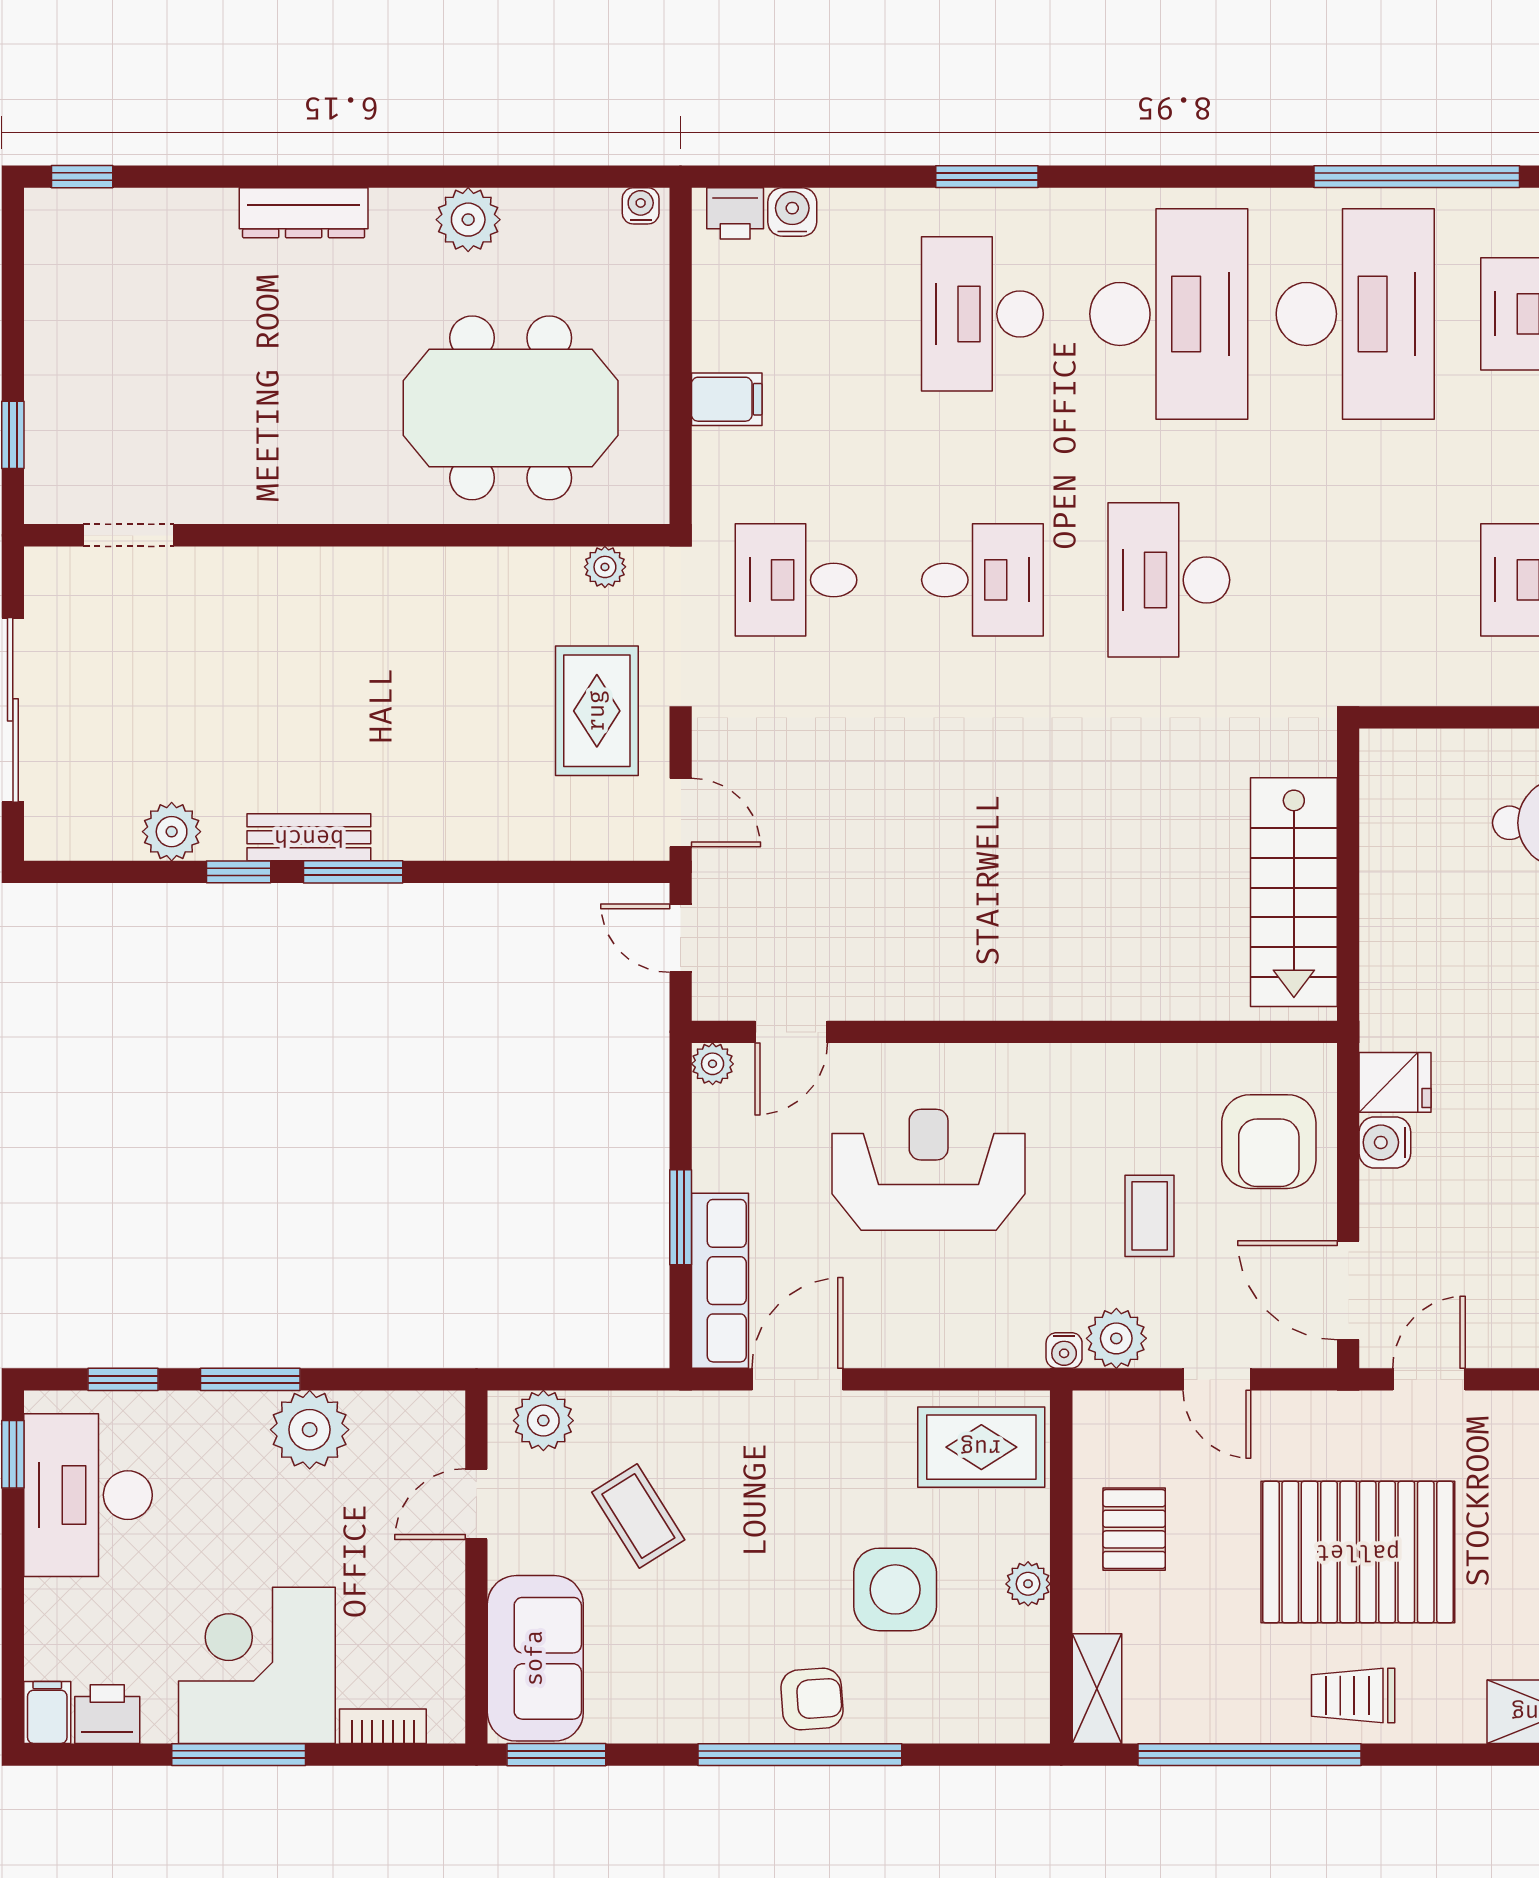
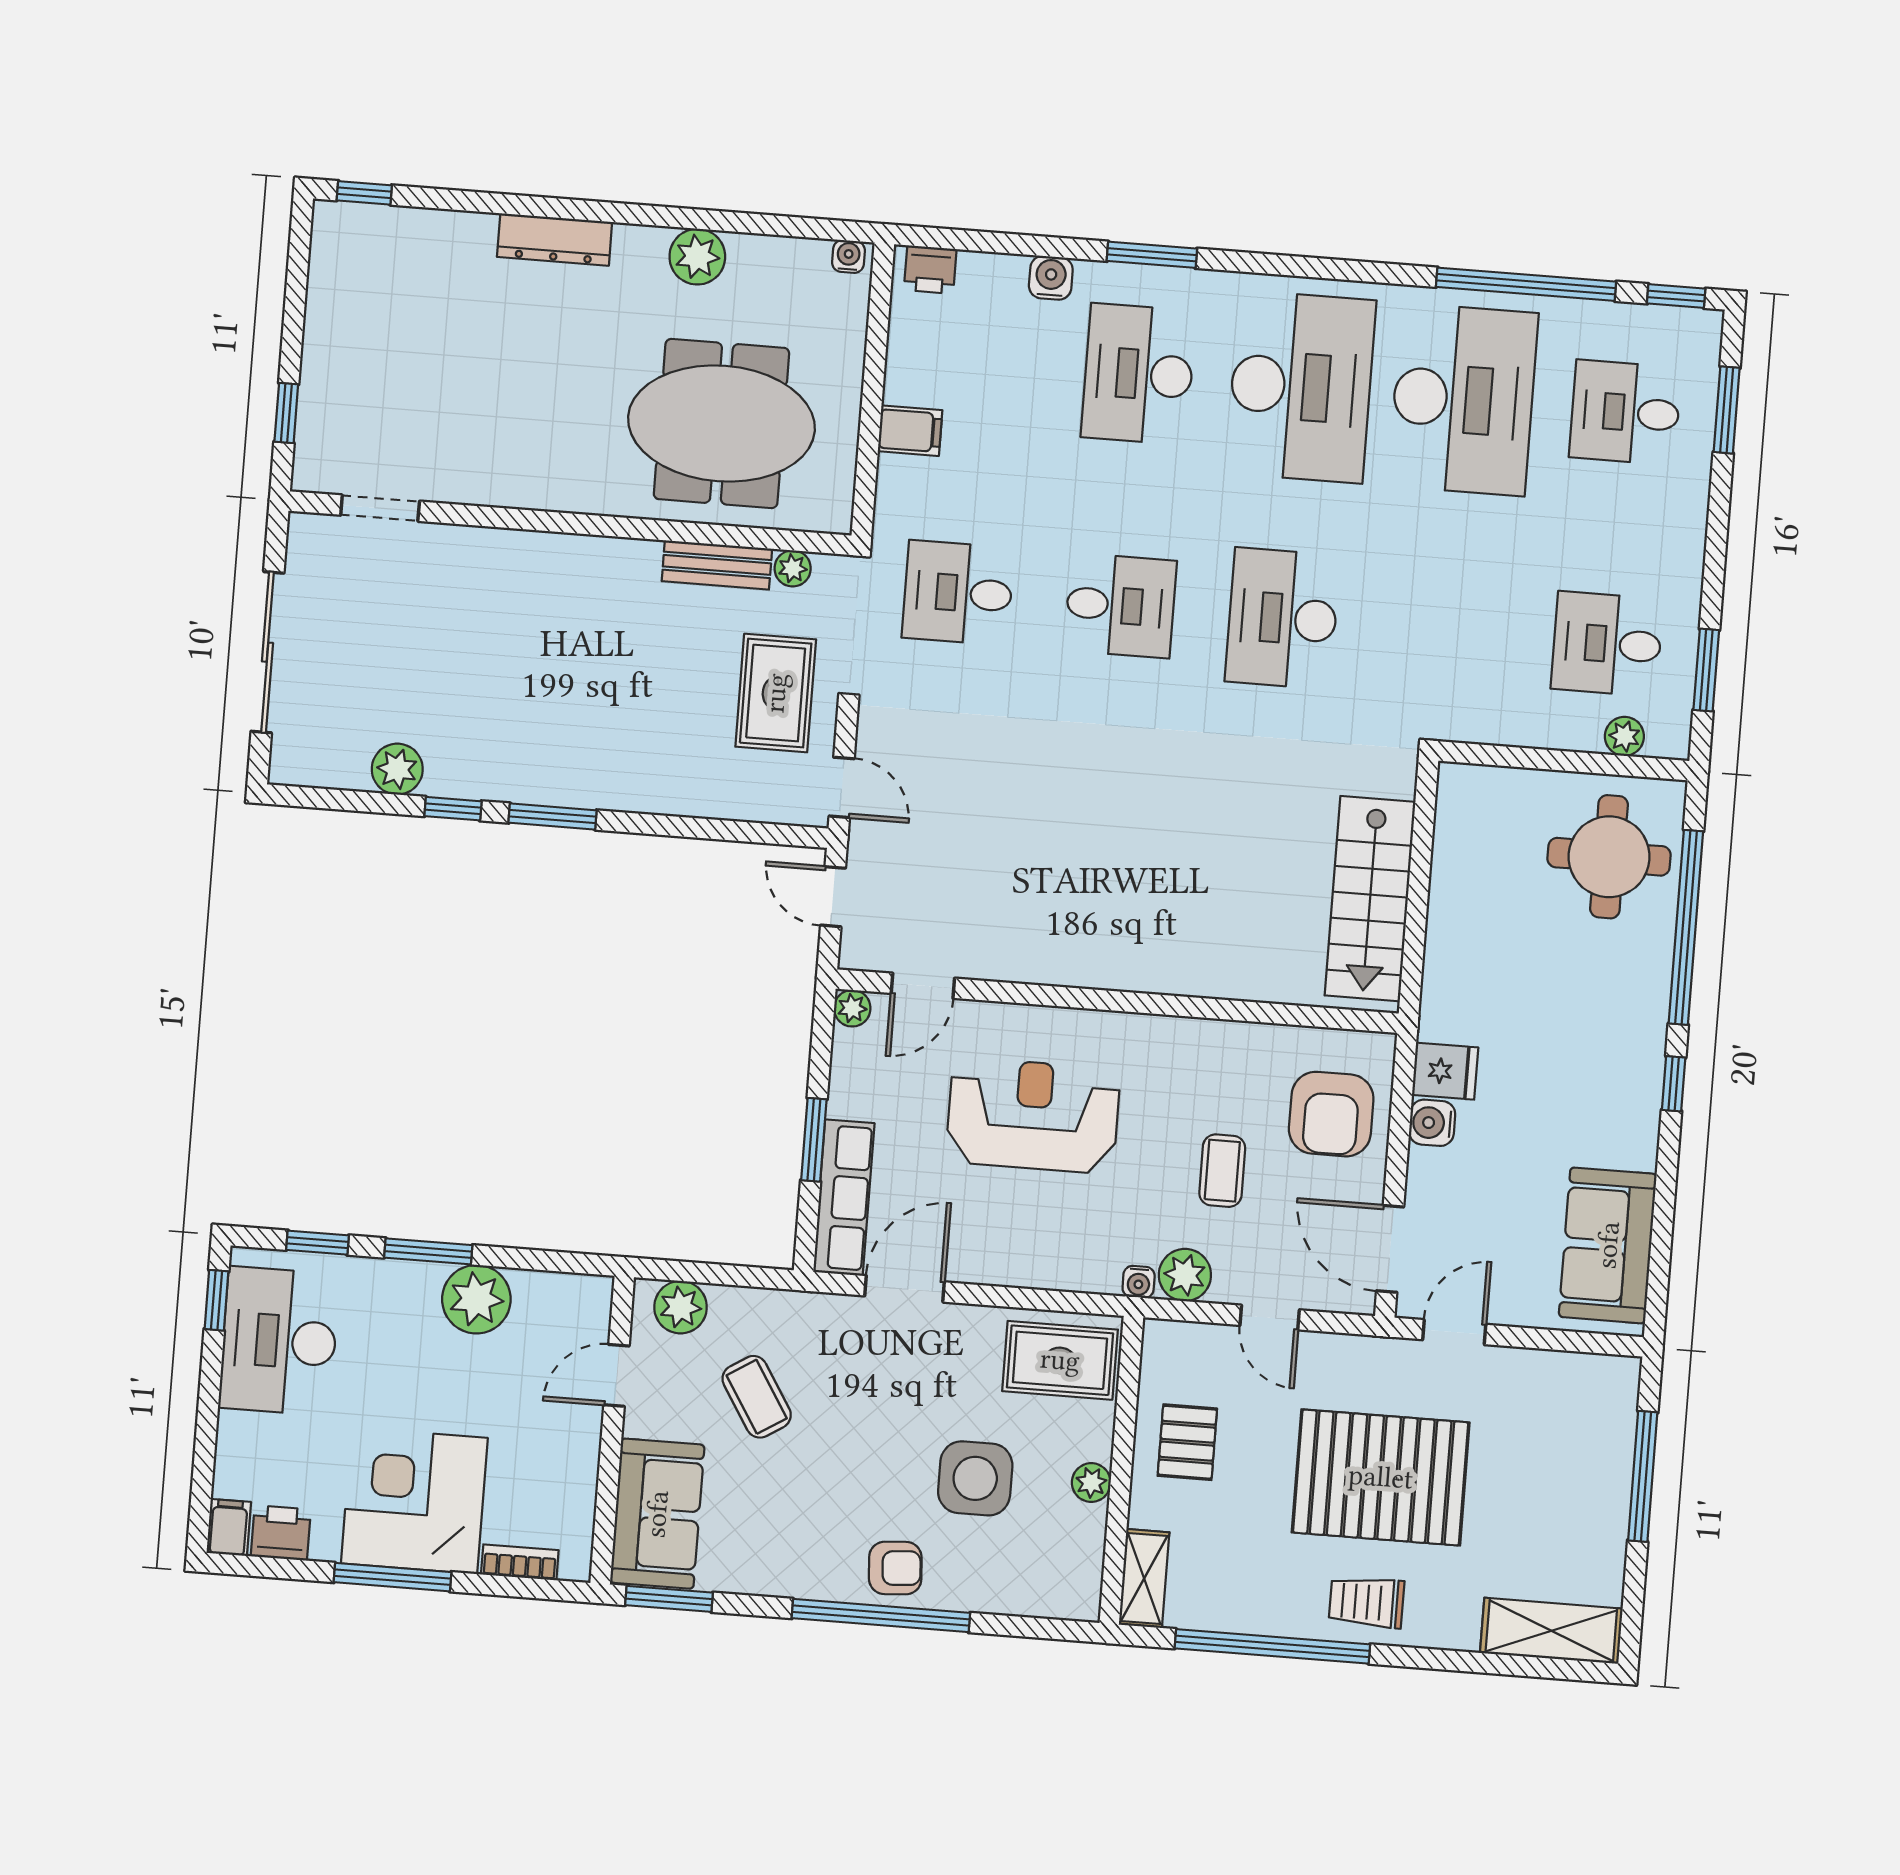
water cooler: (792, 212) -> (1051, 278), moved
bench: (309, 837) -> (717, 565), moved

